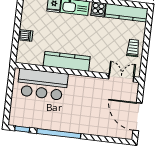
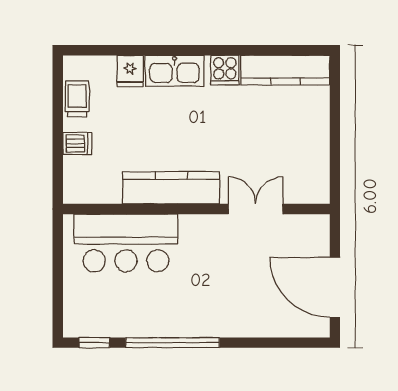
trolley: (133, 48) -> (77, 99), moved
double door: (121, 78) -> (256, 209), moved

